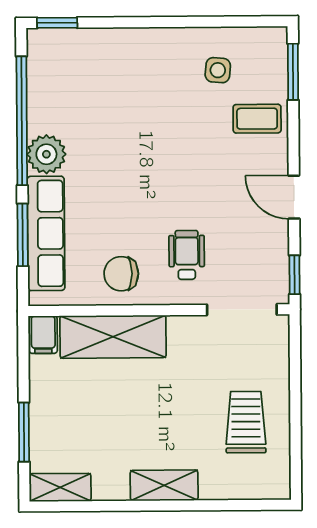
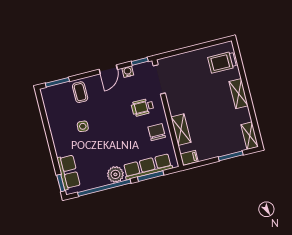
row of seats: (78, 47) -> (69, 172), added
side table: (218, 70) -> (83, 126), moved
water cooler: (278, 241) -> (128, 72), added
chair: (121, 274) -> (157, 132), turned 180
shelving: (113, 337) -> (181, 130), width x0.67, depth x0.75
trolley: (246, 422) -> (222, 62), moved

